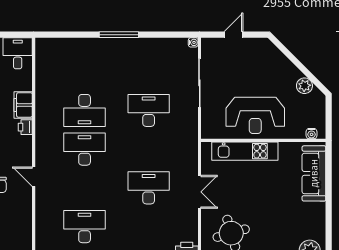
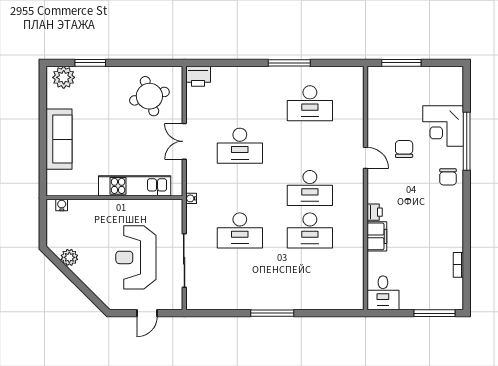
water cooler: (193, 42) -> (191, 198), moved
desk: (85, 110) -> (310, 230), turned 180
reception desk: (255, 115) -> (136, 257), moved, turned -90
sofa: (314, 173) -> (59, 139), moved

